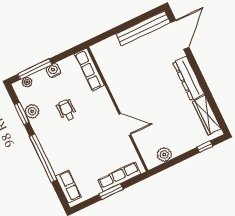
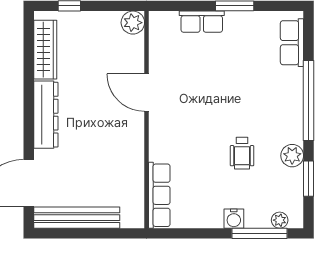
row of seats: (90, 70) -> (159, 195), moved
wall: (117, 109) -> (146, 120), moved
plant: (32, 111) -> (292, 156), moved
door: (125, 124) -> (146, 93), moved
row of seats: (119, 177) -> (202, 22), width x0.68

